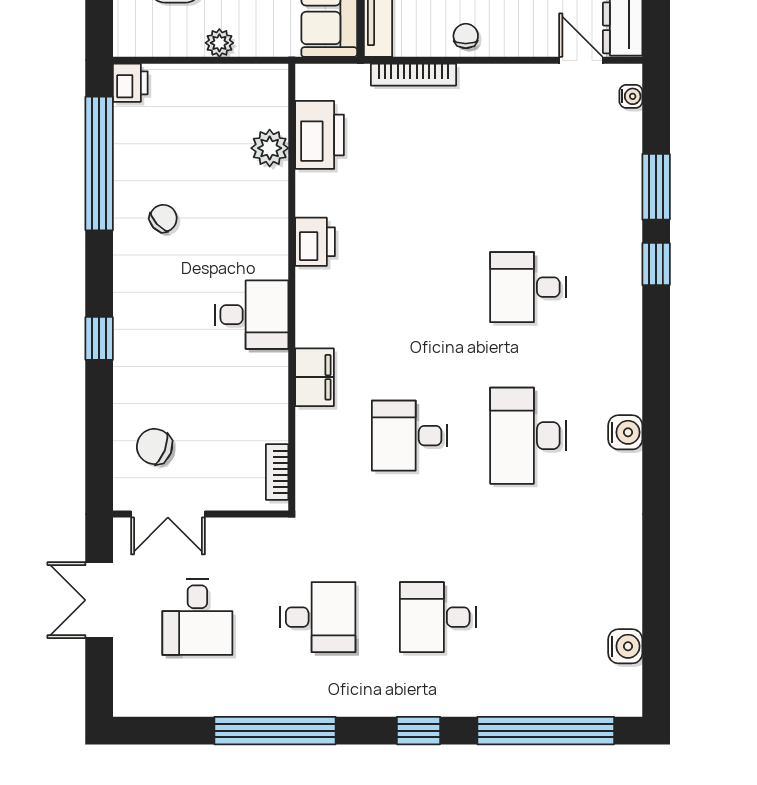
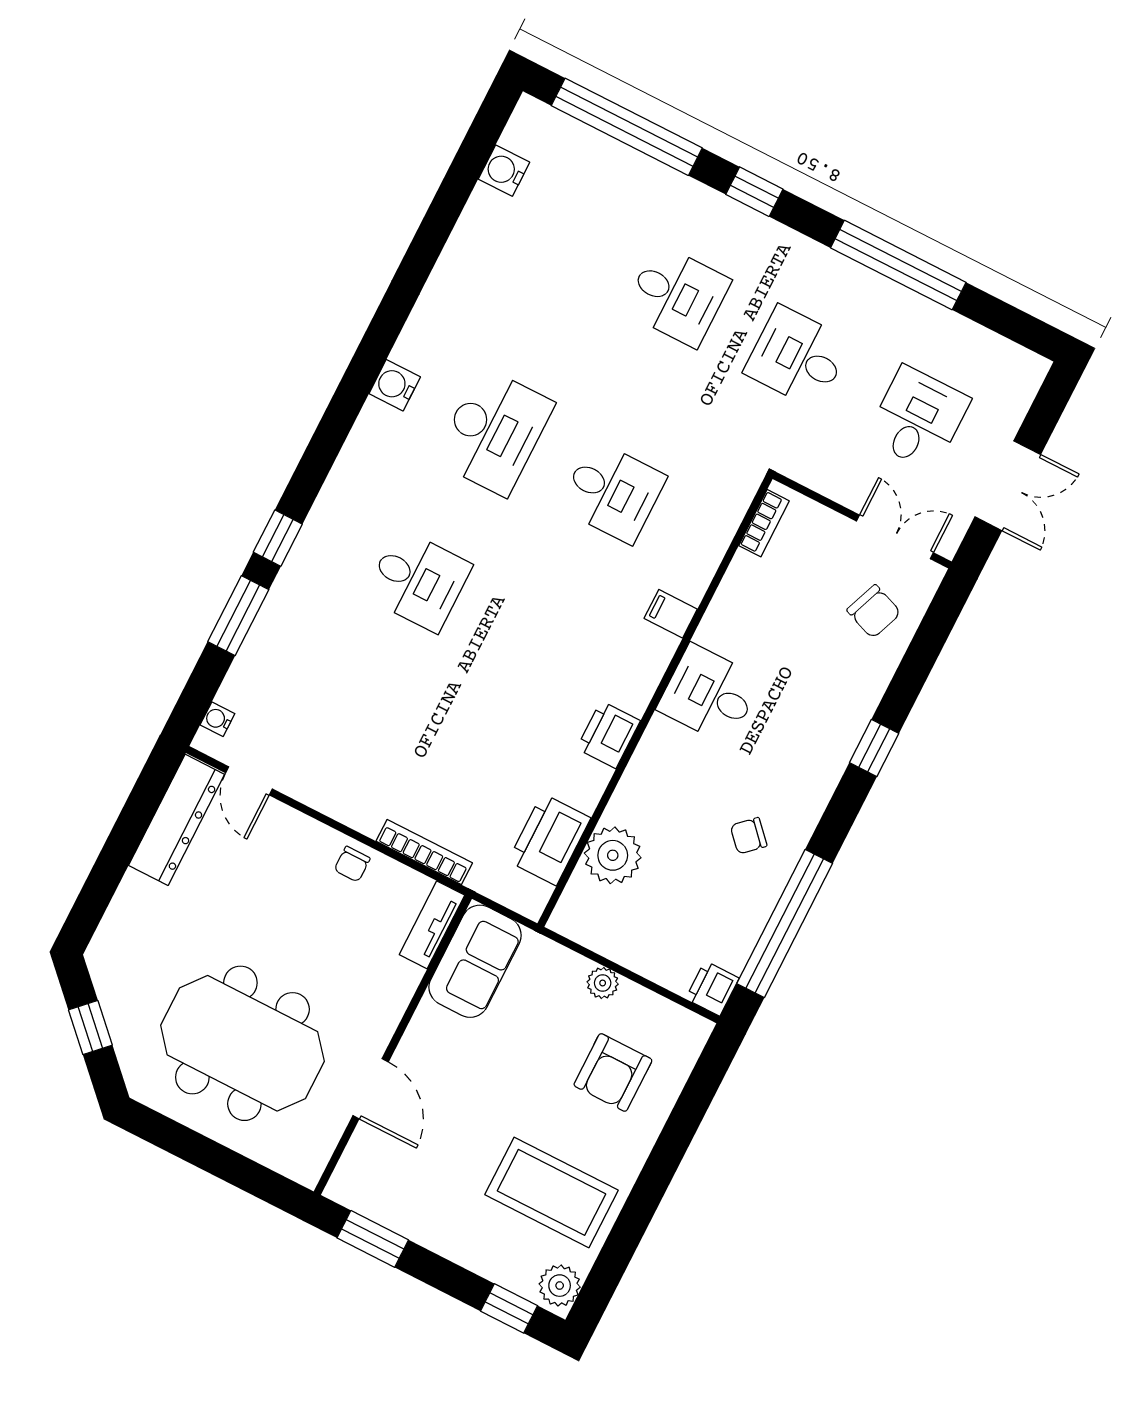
plant: (270, 148) -> (613, 855), width x1.36, depth x1.36
filing cabinet: (314, 377) -> (671, 614), width x0.50

